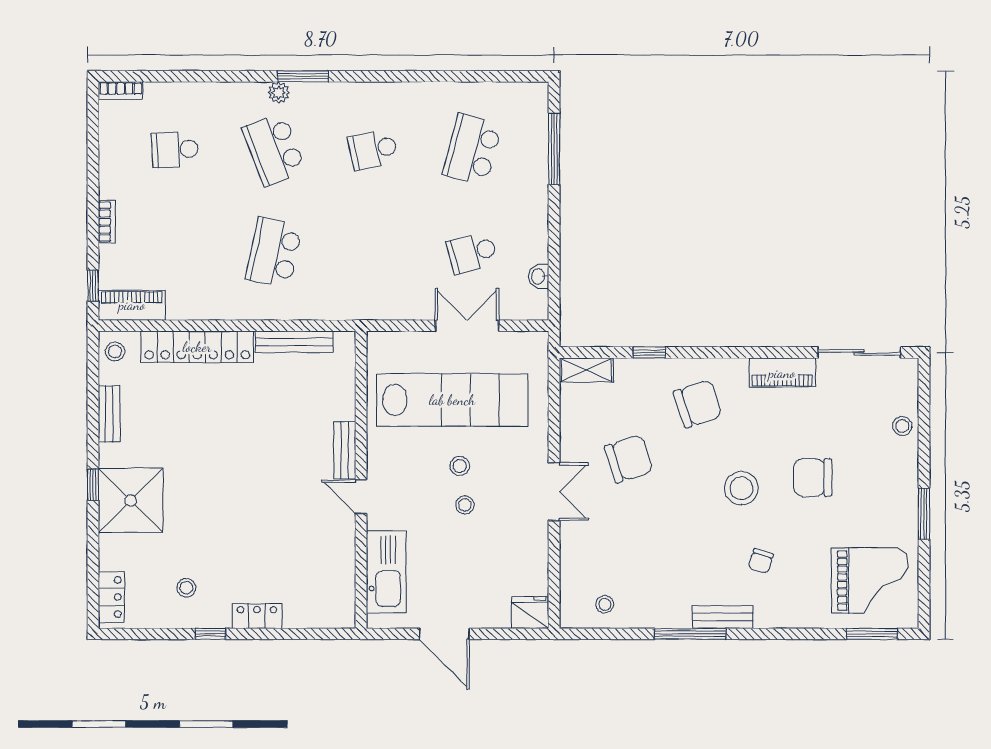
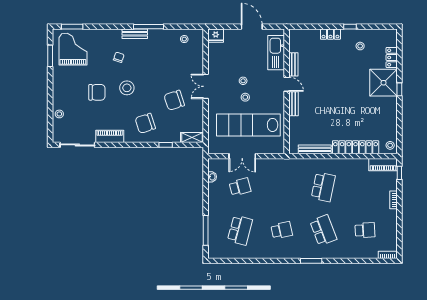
plant: (279, 93) -> (321, 254), removed
bench: (109, 414) -> (293, 64), moved
window: (924, 514) -> (50, 56), moved
grand piano: (870, 581) -> (73, 49), turned 90
locker: (111, 597) -> (392, 58), moved

